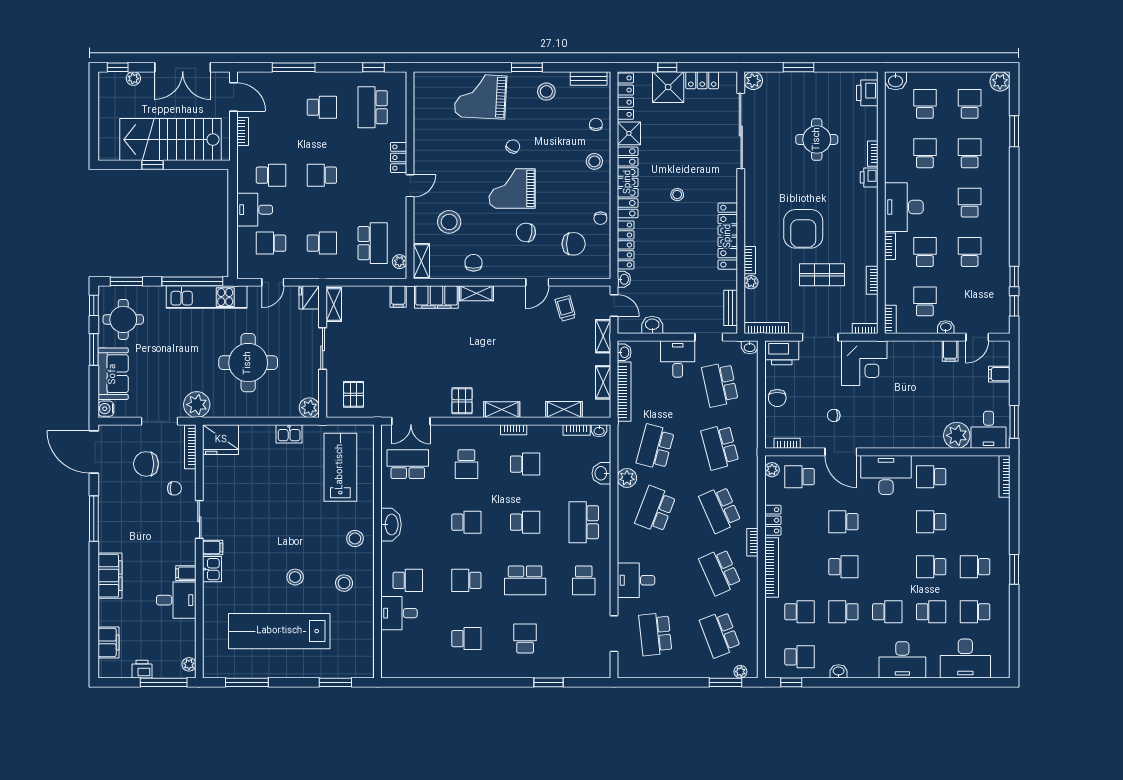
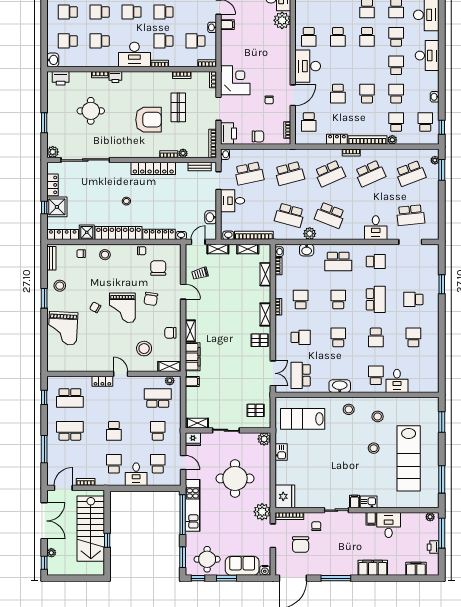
school desk: (322, 107) -> (70, 431), width x1.85
school desk: (271, 243) -> (158, 464), turned 180
plant: (772, 470) -> (392, 140), moved
school desk: (843, 612) -> (396, 94), turned 180

